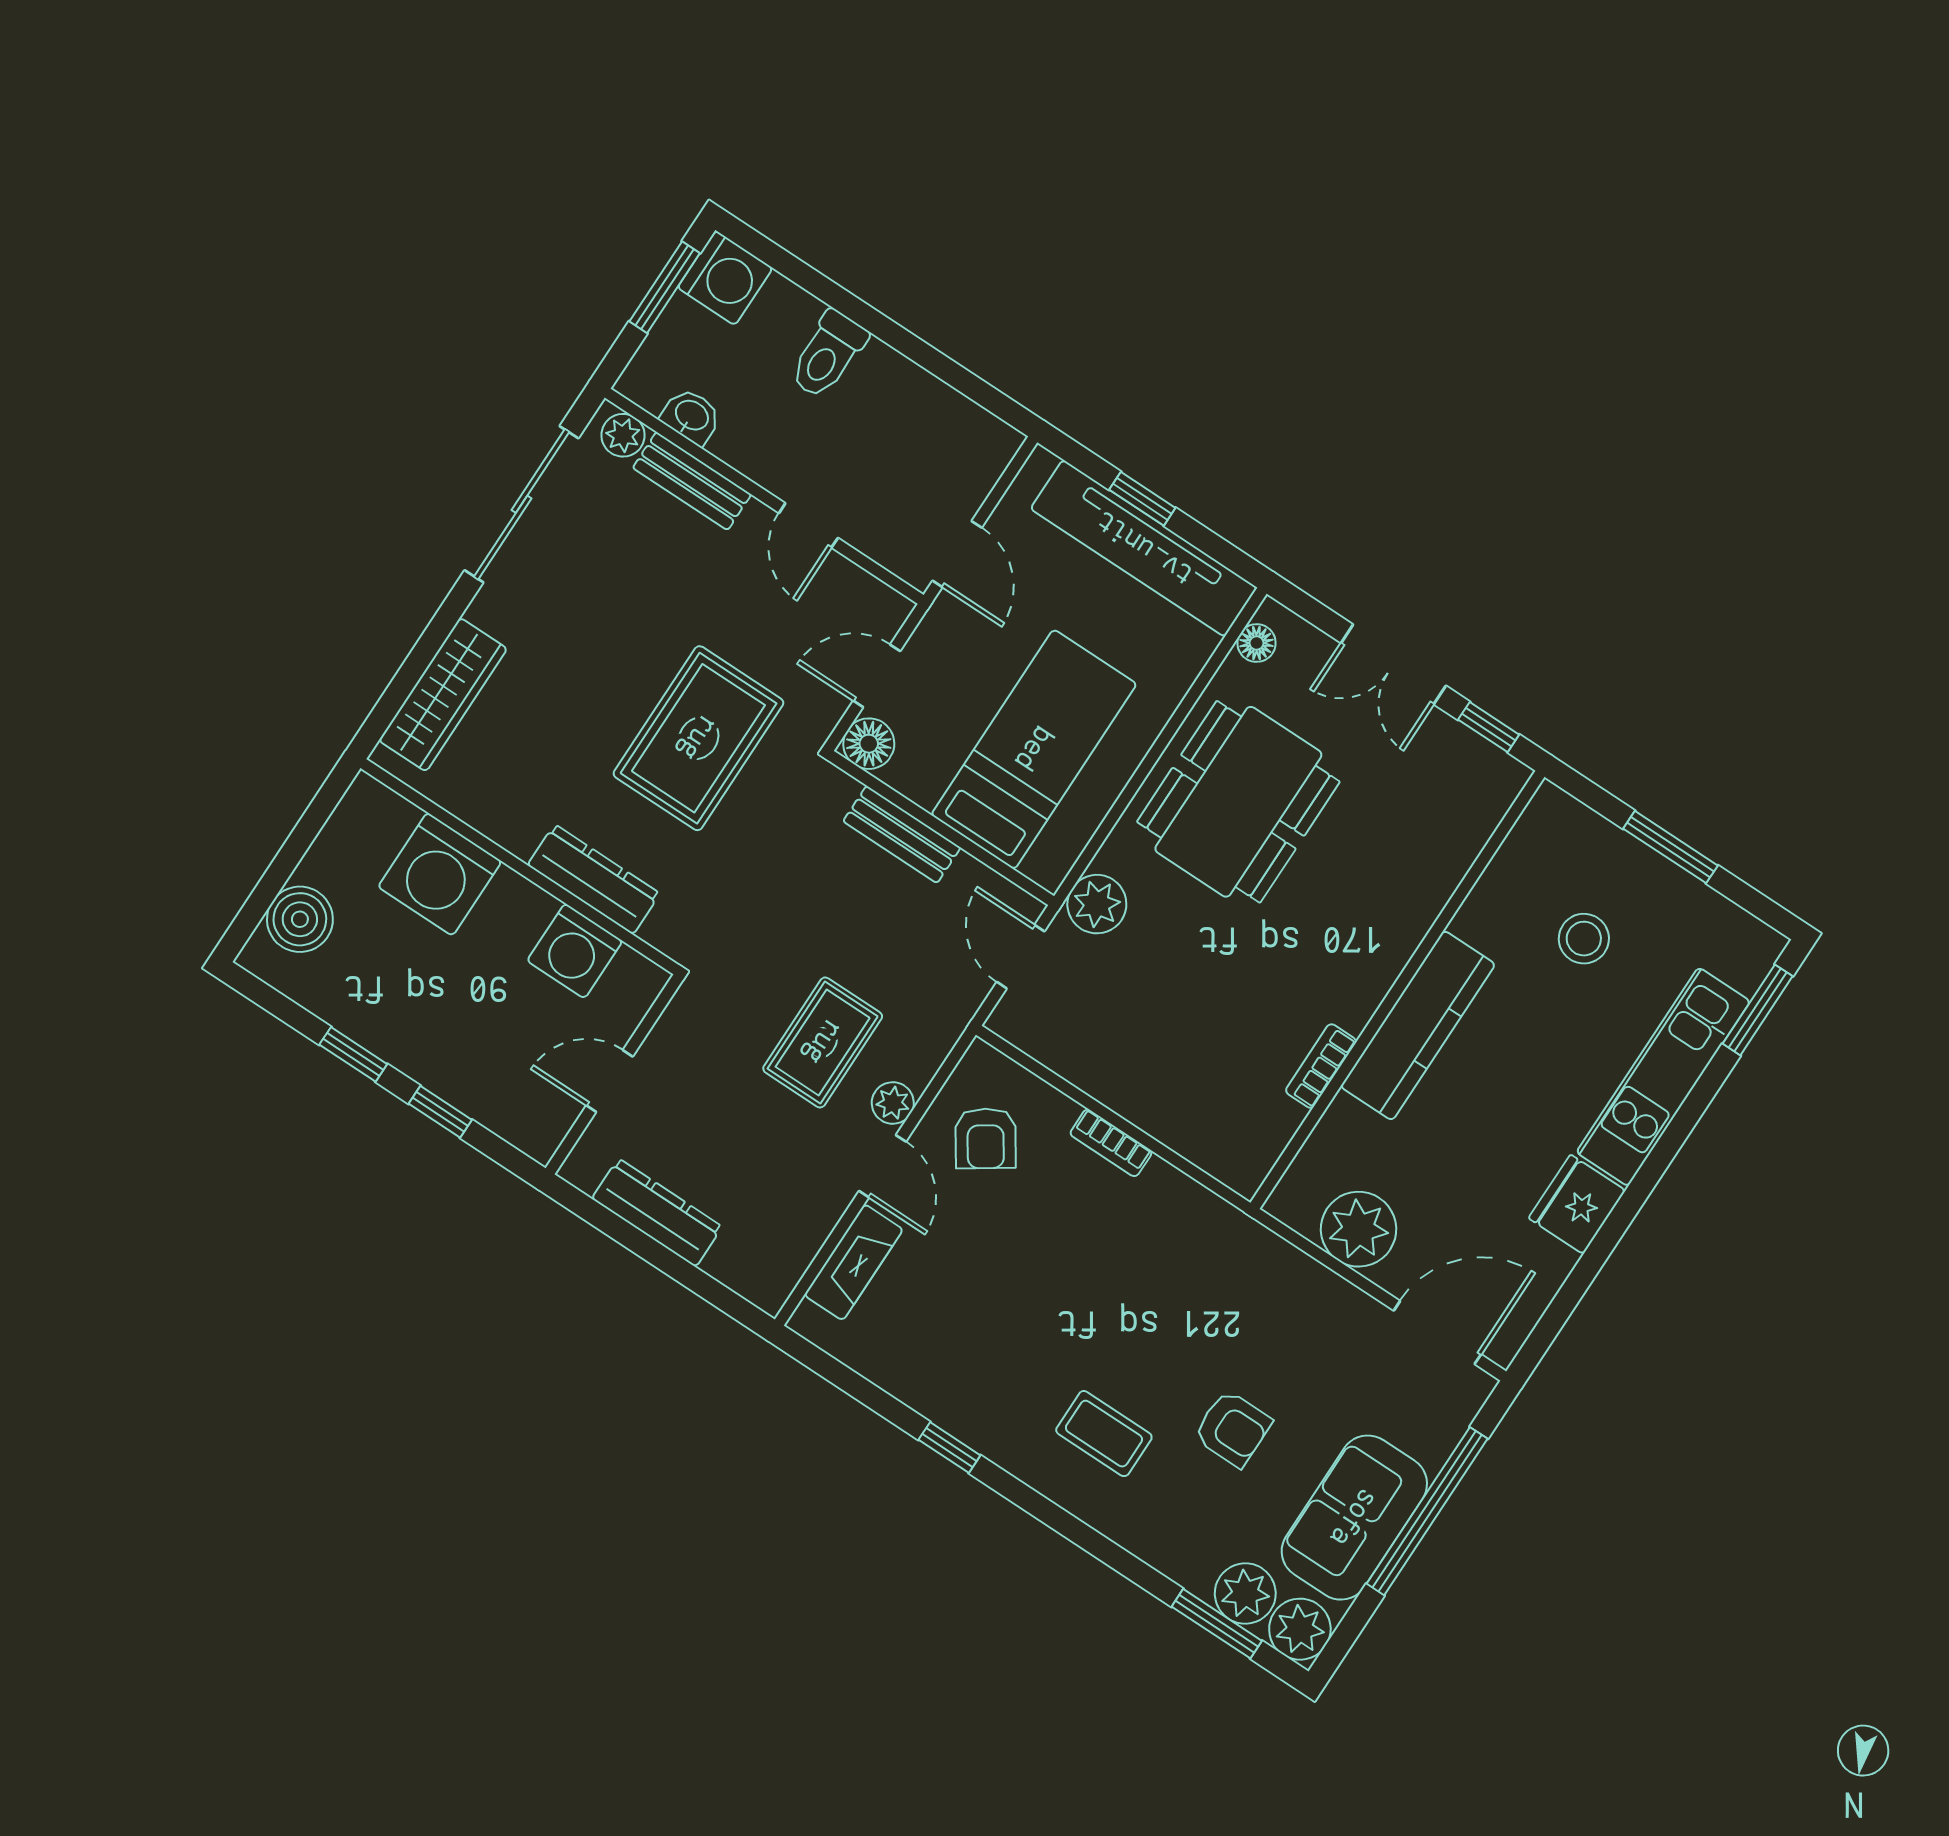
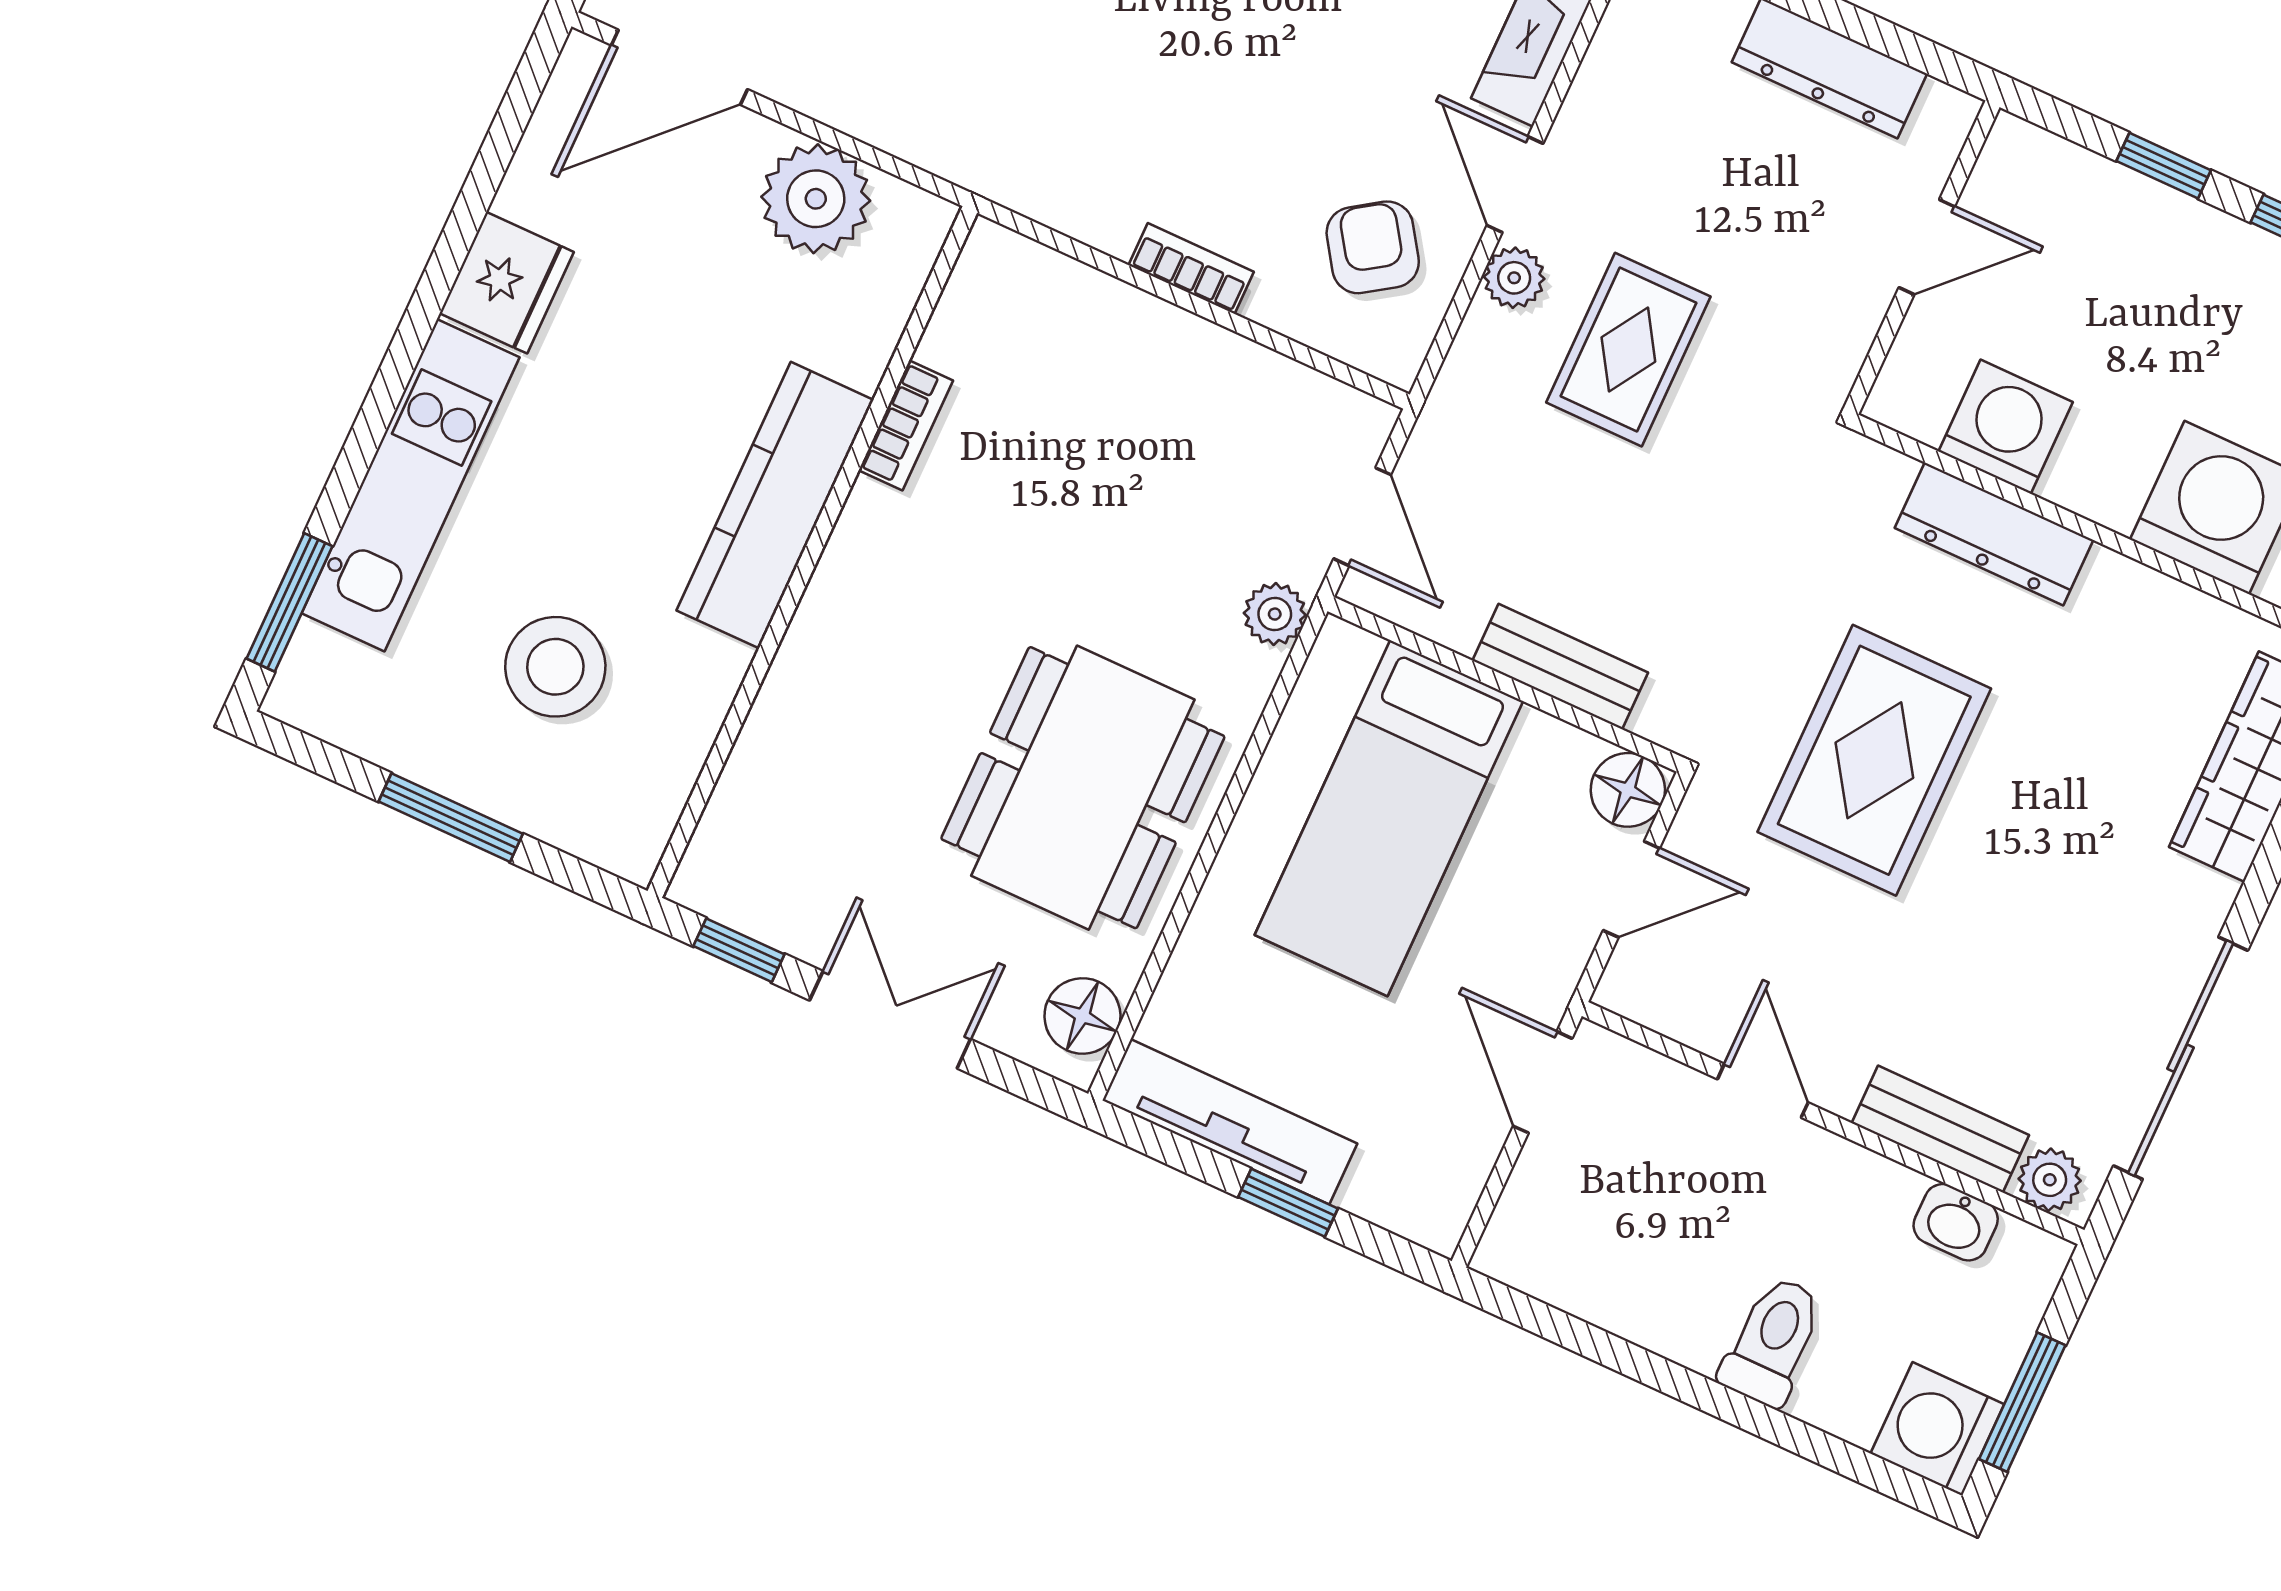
tv unit: (1144, 548) -> (1230, 1122), width x0.73, depth x0.78
floor lamp: (1257, 643) -> (1082, 1016), width x1.37, depth x1.37
plant: (1097, 904) -> (1275, 614), width x0.73, depth x0.73
stool: (1584, 939) -> (555, 667), width x1.38, depth x1.38

